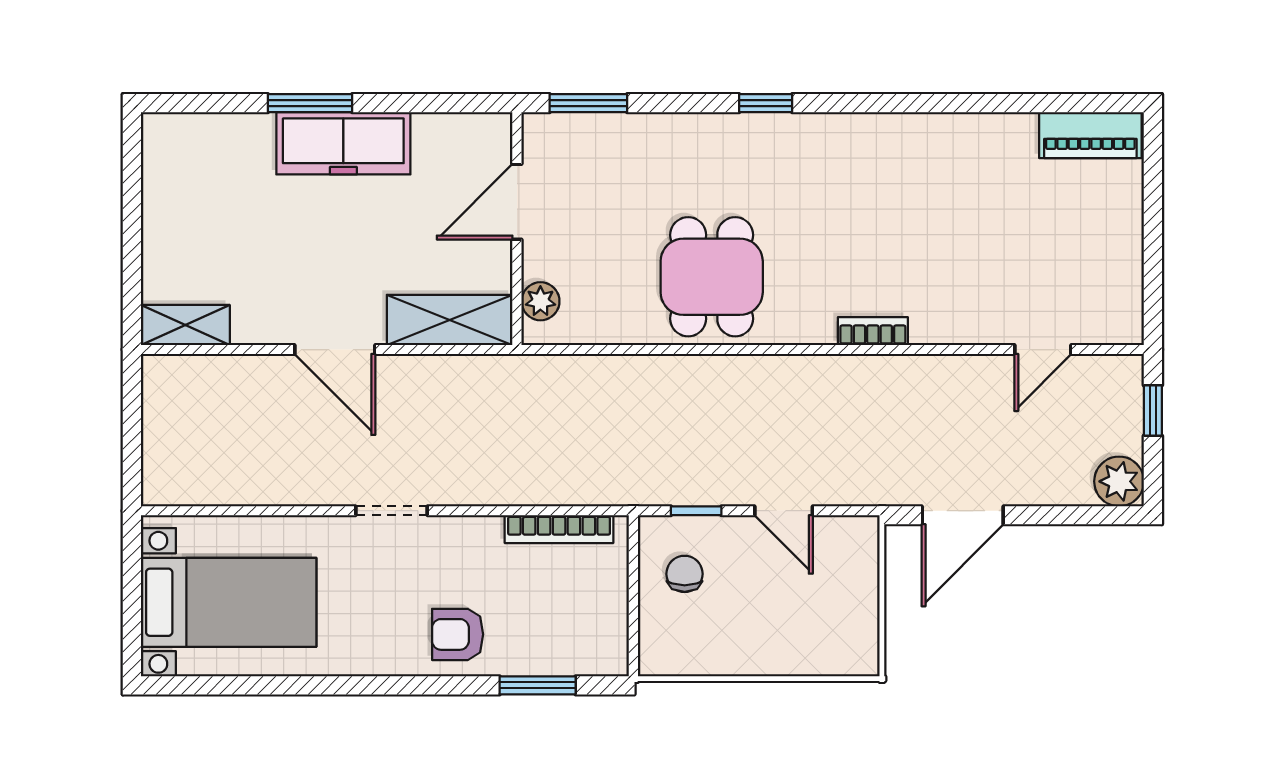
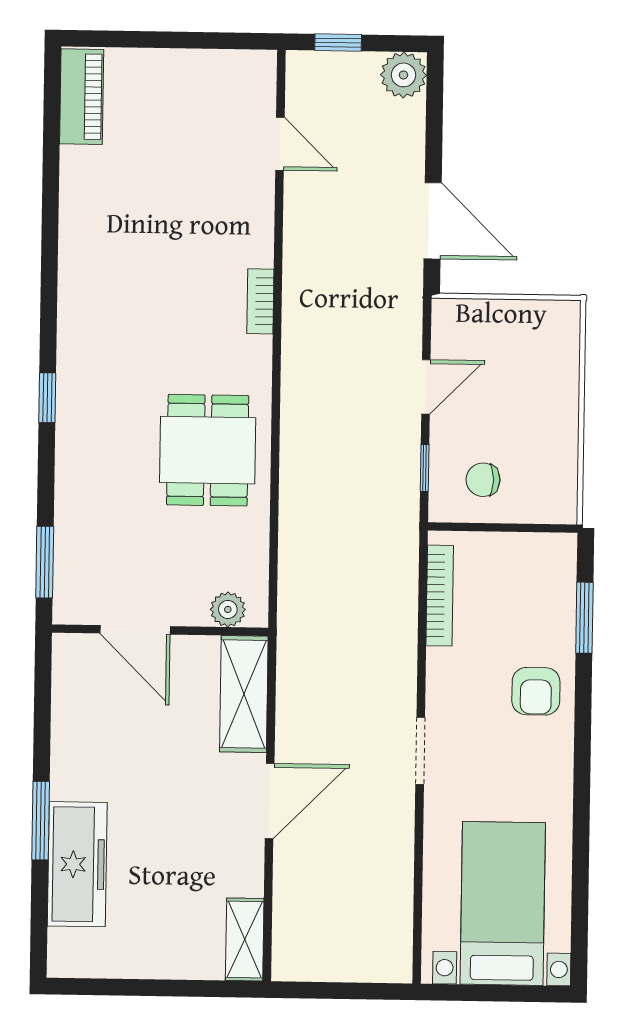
freezer: (343, 143) -> (77, 864), moved
dining table: (712, 277) -> (208, 450), turned 90

